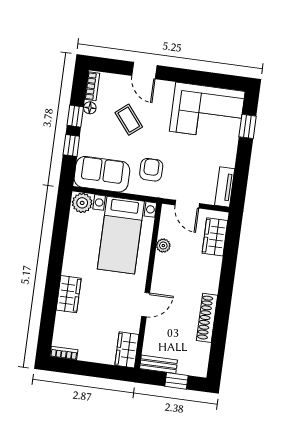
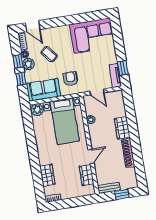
door: (144, 70) -> (33, 26), moved
plant: (91, 125) -> (29, 64), added
window: (248, 126) -> (123, 68), moved
wardrobe: (215, 237) -> (122, 128), moved
wardrobe: (69, 294) -> (47, 175), moved
wardrobe: (127, 350) -> (87, 175), moved

